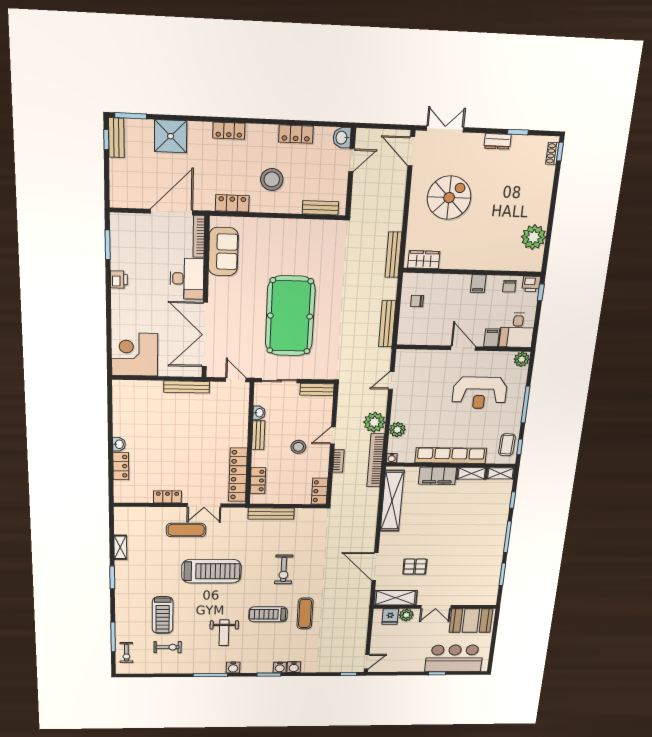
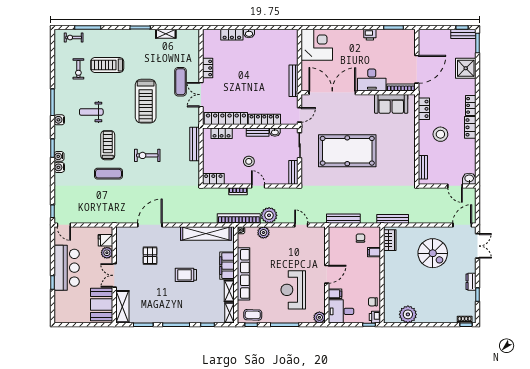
locker: (296, 134) -> (470, 127), moved
door: (172, 212) -> (417, 69), hinge flipped
filing cabinet: (478, 284) -> (374, 252), moved
locker: (241, 426) -> (264, 119), added
trolley: (444, 525) -> (186, 275), added
shelving: (395, 598) -> (122, 307), moved
bar counter: (454, 658) -> (67, 268), moved

